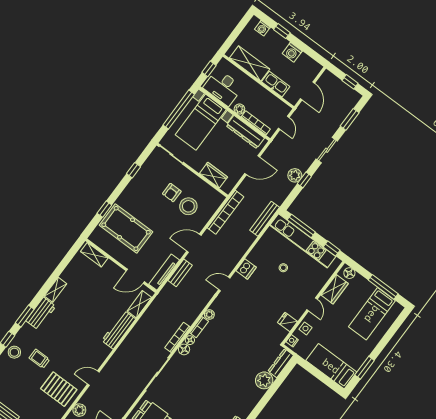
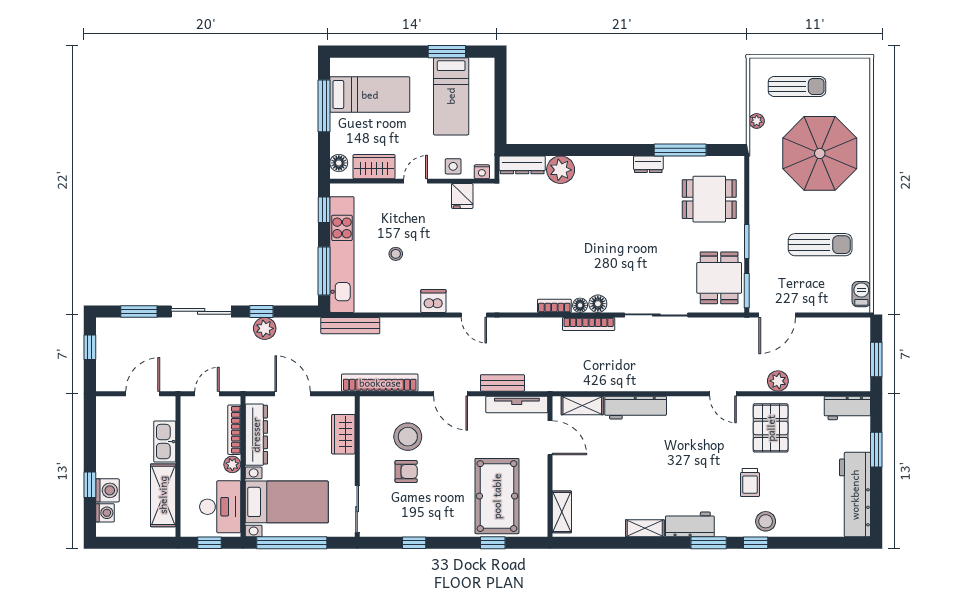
washing machine: (292, 52) -> (107, 490), moved
sliding door: (327, 150) -> (201, 311), width x1.37
plant: (209, 315) -> (528, 305), removed
bed: (331, 366) -> (451, 96), moved

